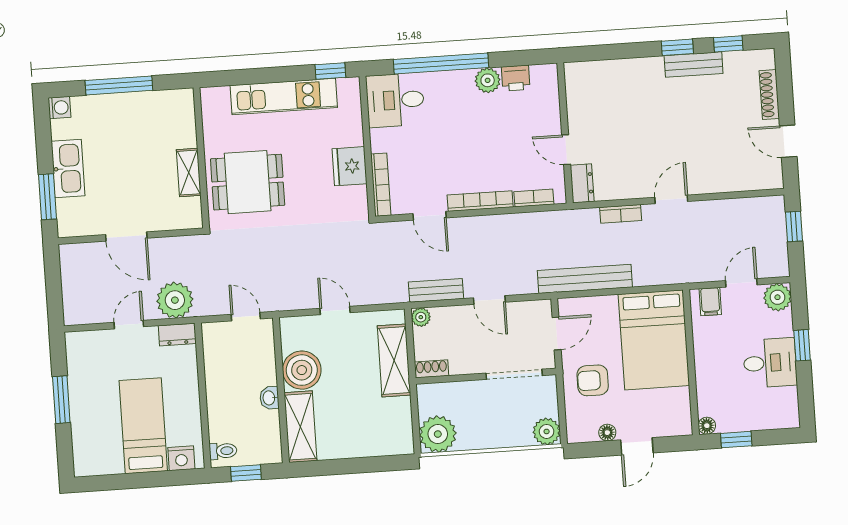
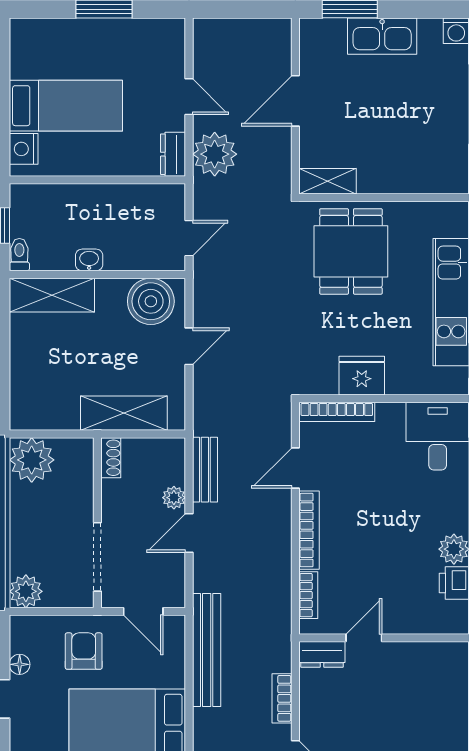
shelving: (189, 173) -> (327, 181), moved
plant: (421, 317) -> (174, 498), moved
boiler: (302, 370) -> (151, 301), moved
toilet: (223, 451) -> (19, 255), moved, turned 180

